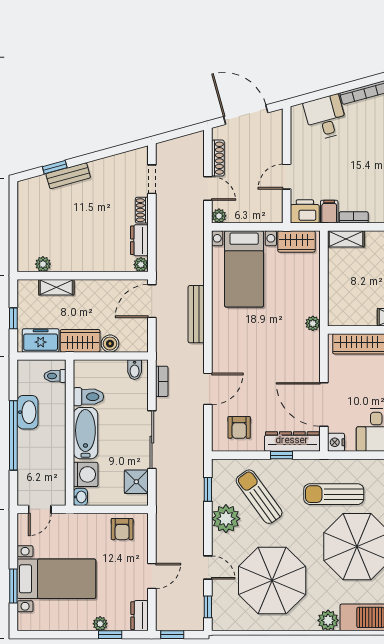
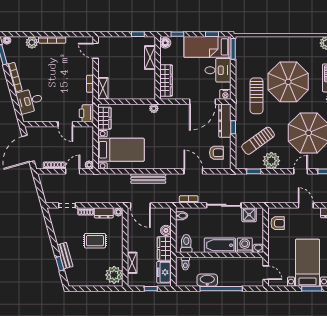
filing cabinet: (329, 212) -> (87, 99), removed
rug: (93, 226) -> (95, 241), added
plant: (43, 264) -> (114, 275), width x1.88, depth x1.88
toilet: (88, 397) -> (186, 243), moved

